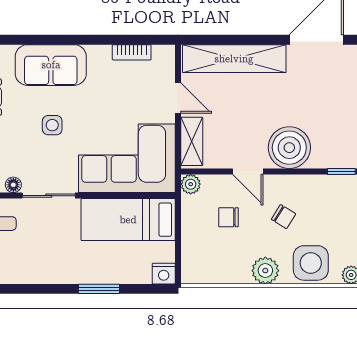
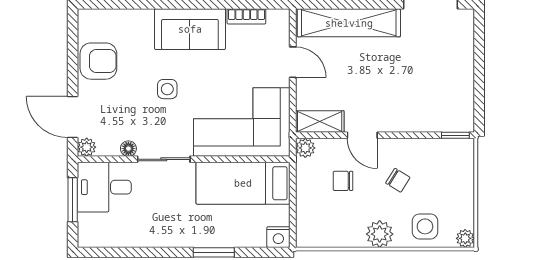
sofa: (51, 65) -> (190, 29), moved
shelving: (192, 141) -> (320, 122), moved, turned 90
boiler: (289, 148) -> (404, 111), removed
side table: (311, 263) -> (425, 226), width x0.73, depth x0.73

